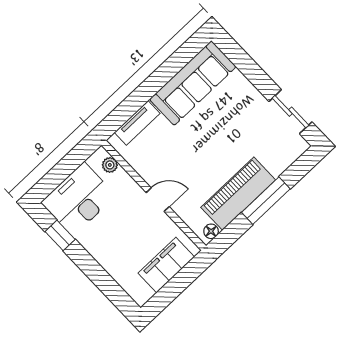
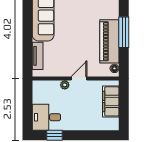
plant: (110, 165) -> (65, 85), moved
desk: (78, 199) -> (46, 117), width x0.73

